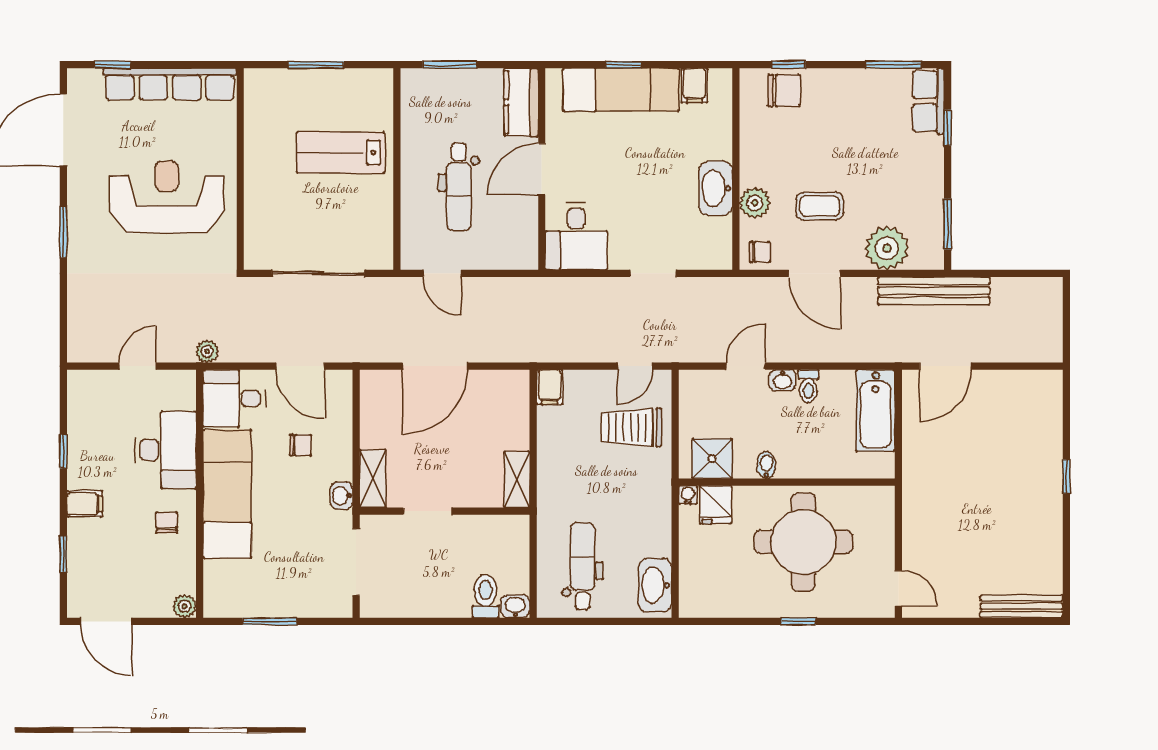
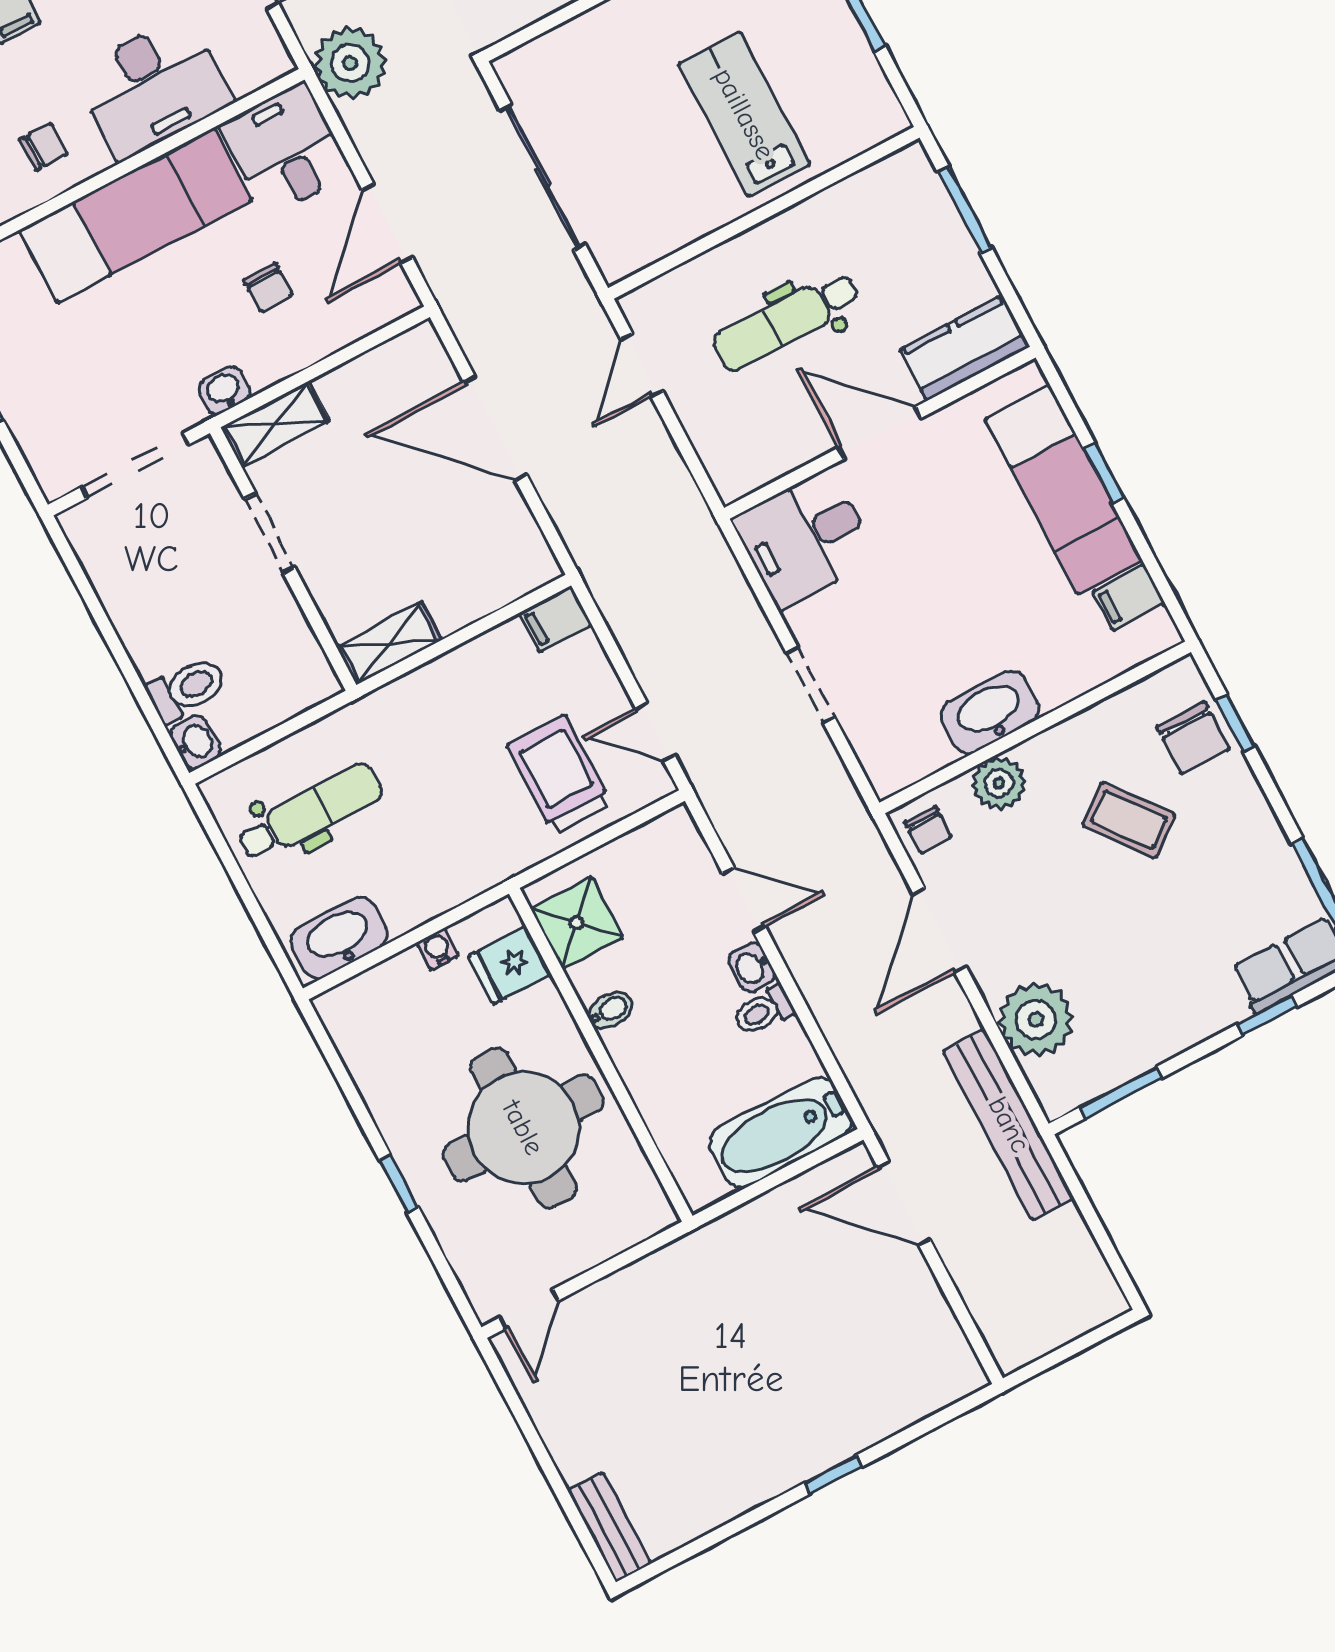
coffee table: (820, 206) -> (1129, 820), moved, turned -38
plant: (207, 352) -> (350, 63), width x1.88, depth x1.88
water cooler: (688, 495) -> (438, 949), moved, turned -90
bench: (1022, 606) -> (609, 1527), width x0.73

